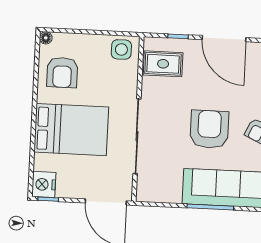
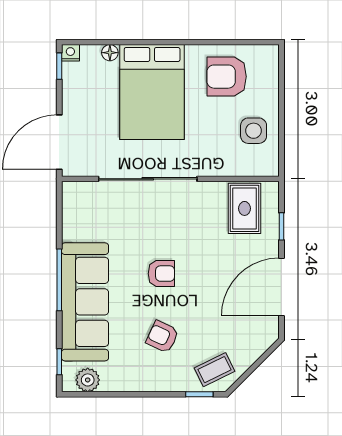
floor lamp: (46, 38) -> (110, 53), moved
side table: (121, 49) -> (254, 131), moved
armchair: (209, 129) -> (161, 274), width x0.53, depth x0.53
nightstand: (44, 184) -> (70, 53), width x0.53, depth x0.56

